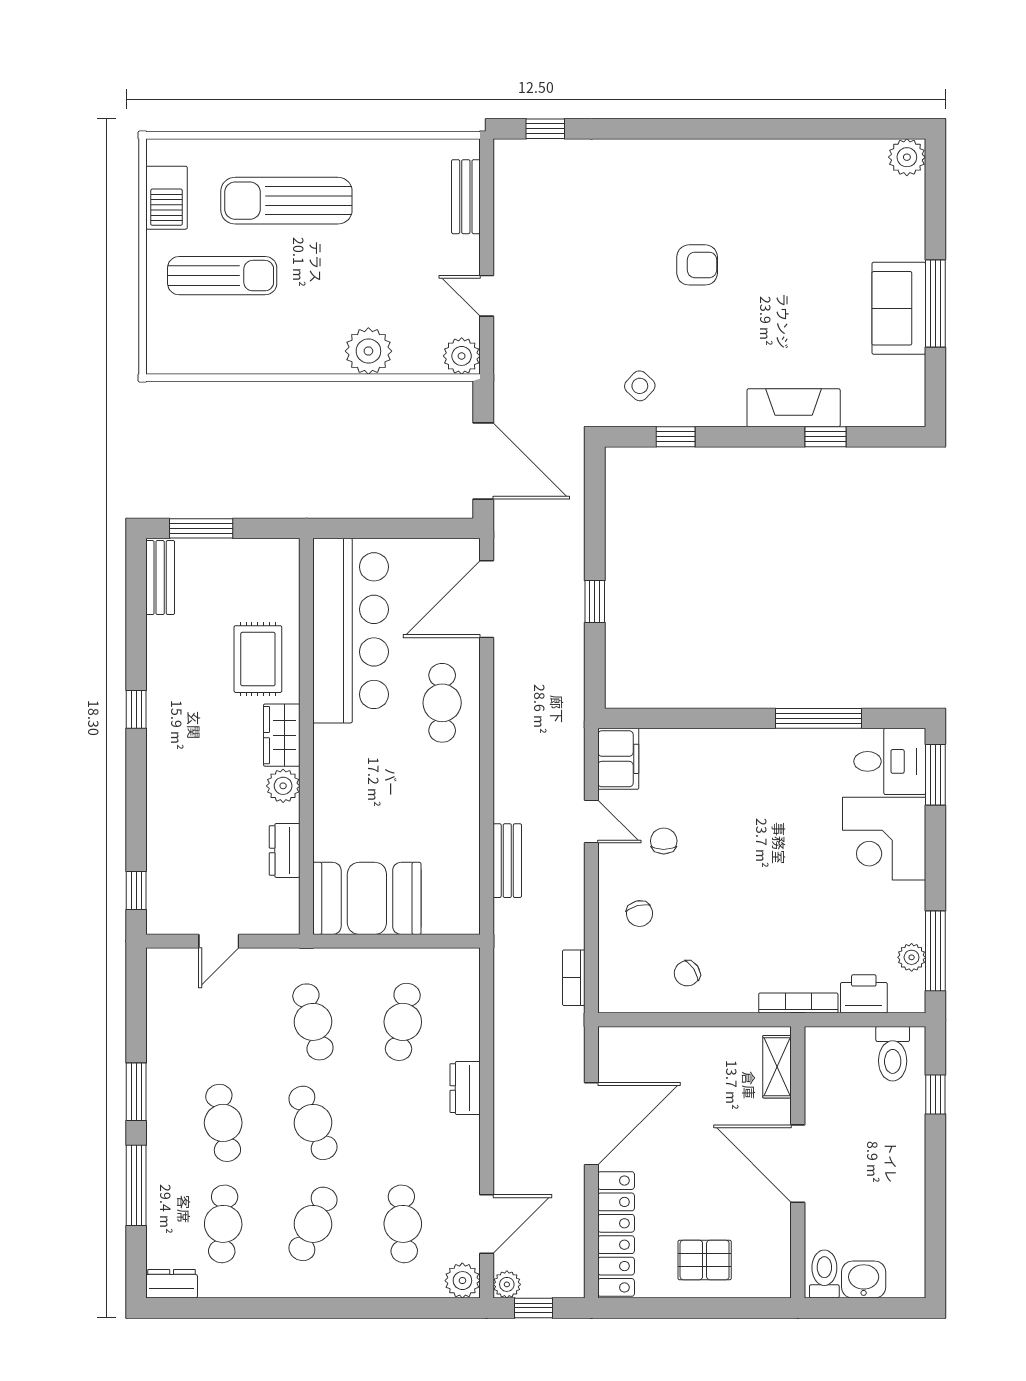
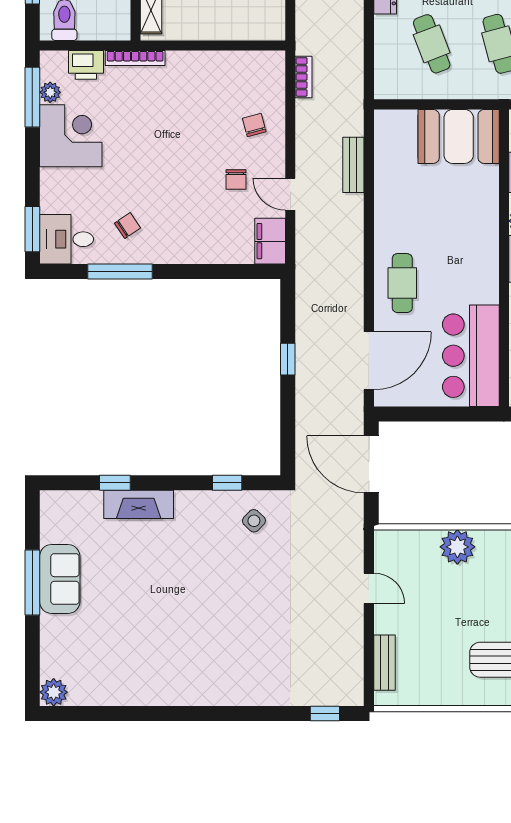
armchair: (697, 265) -> (211, 611), removed
plant: (462, 356) -> (388, 543), removed
bar counter: (351, 631) -> (471, 356), width x0.73
corner desk: (884, 839) -> (71, 136), moved
chair: (687, 973) -> (128, 226), moved
cafe table: (403, 1022) -> (432, 44), turned -30

